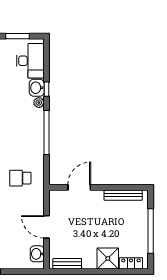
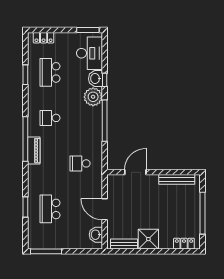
window: (17, 36) -> (88, 30), moved
plant: (39, 103) -> (93, 97), width x1.88, depth x1.88
shower: (108, 259) -> (148, 239), moved

